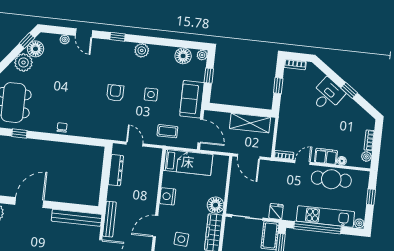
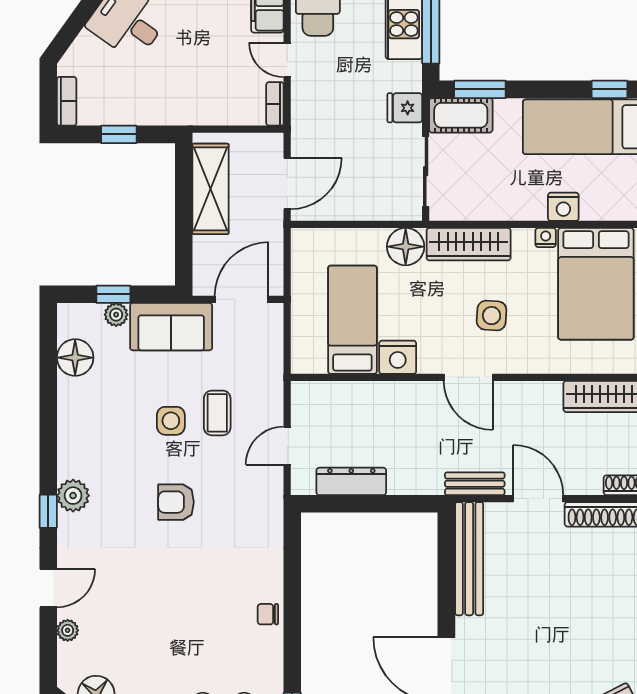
plant: (142, 50) -> (73, 496), moved
plant: (202, 55) -> (116, 315), moved
coffee table: (167, 131) -> (217, 413), moved
bed: (188, 162) -> (352, 320), moved
bench: (109, 219) -> (475, 484), width x0.73

